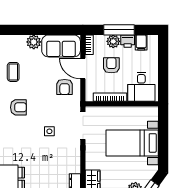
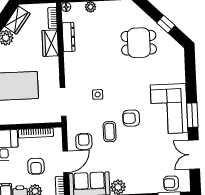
door: (83, 68) -> (66, 162), hinge flipped
coffee table: (13, 72) -> (110, 132), moved

